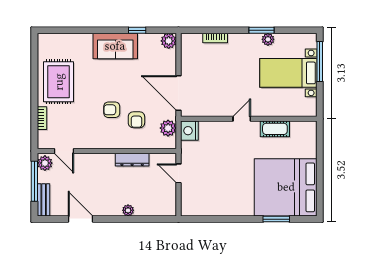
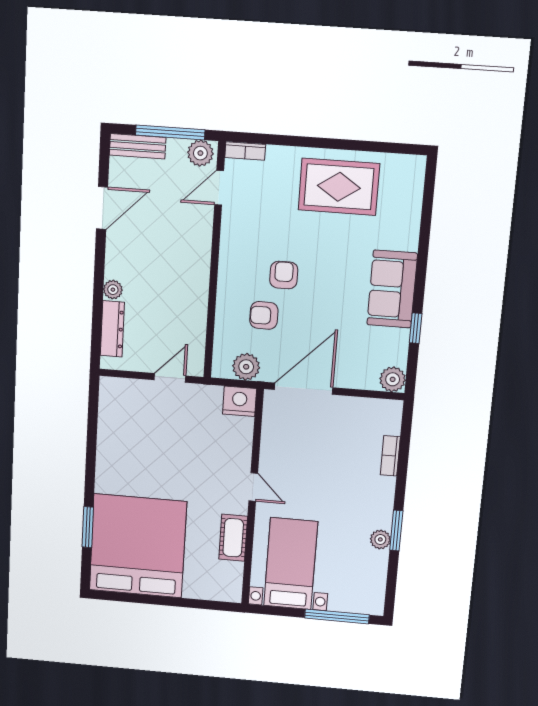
bed with nightstands: (288, 73) -> (291, 564), moved
bookcase: (42, 118) -> (245, 151), moved
dresser: (132, 160) -> (112, 329), moved, turned 180

